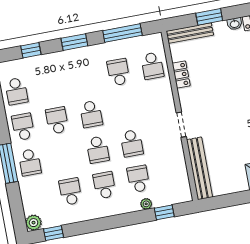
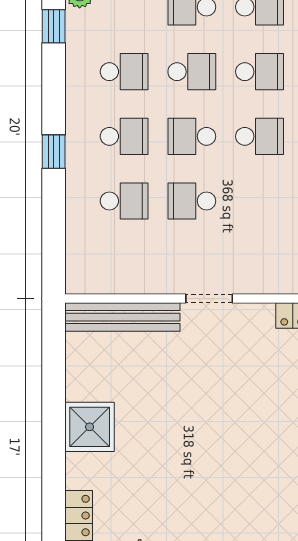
school desk: (91, 114) -> (259, 136), turned 180
school desk: (64, 156) -> (192, 72), added
plant: (146, 204) -> (75, 207), removed
window: (164, 212) -> (54, 152), moved

